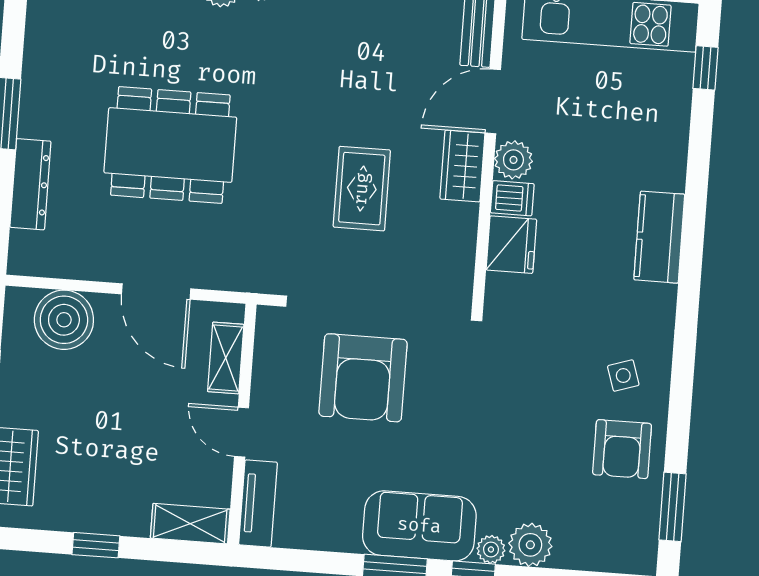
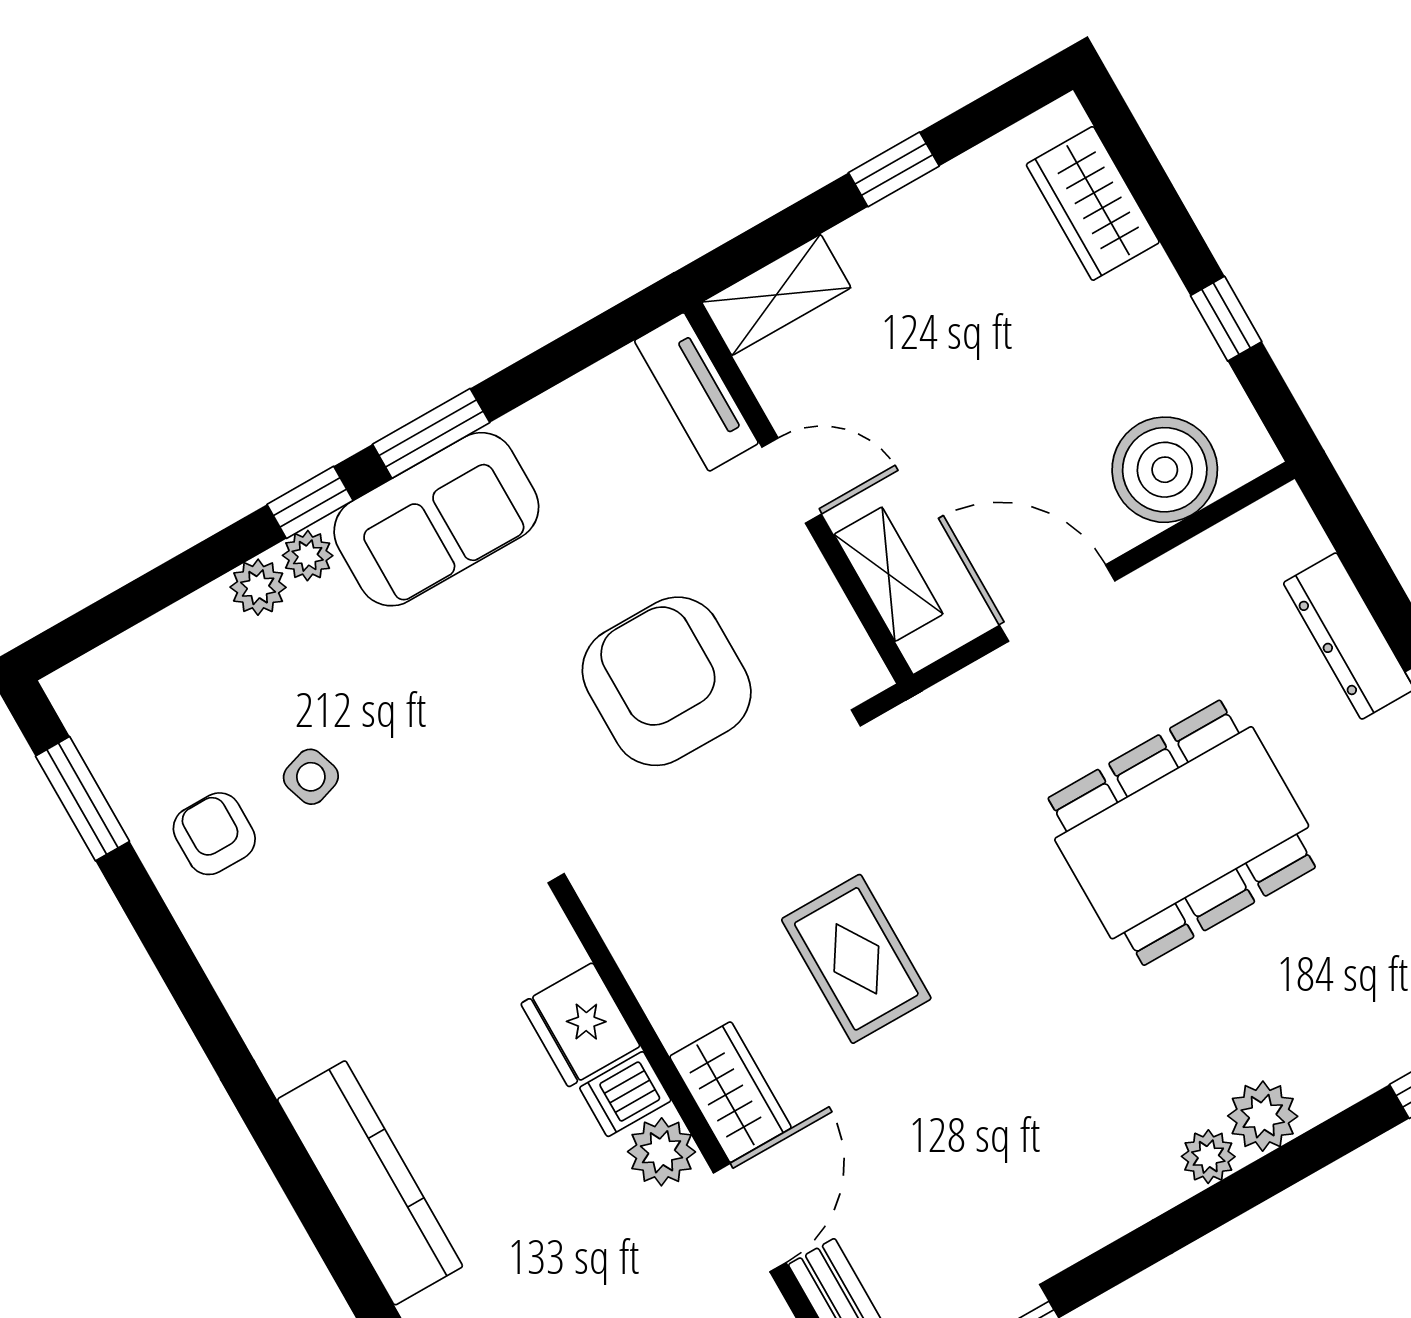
kitchen counter: (659, 237) -> (370, 1183), width x1.50
side table: (623, 376) -> (311, 777), moved
armchair: (622, 449) -> (214, 834), width x0.72, depth x0.72
plant: (530, 545) -> (258, 587), width x0.73, depth x0.73

